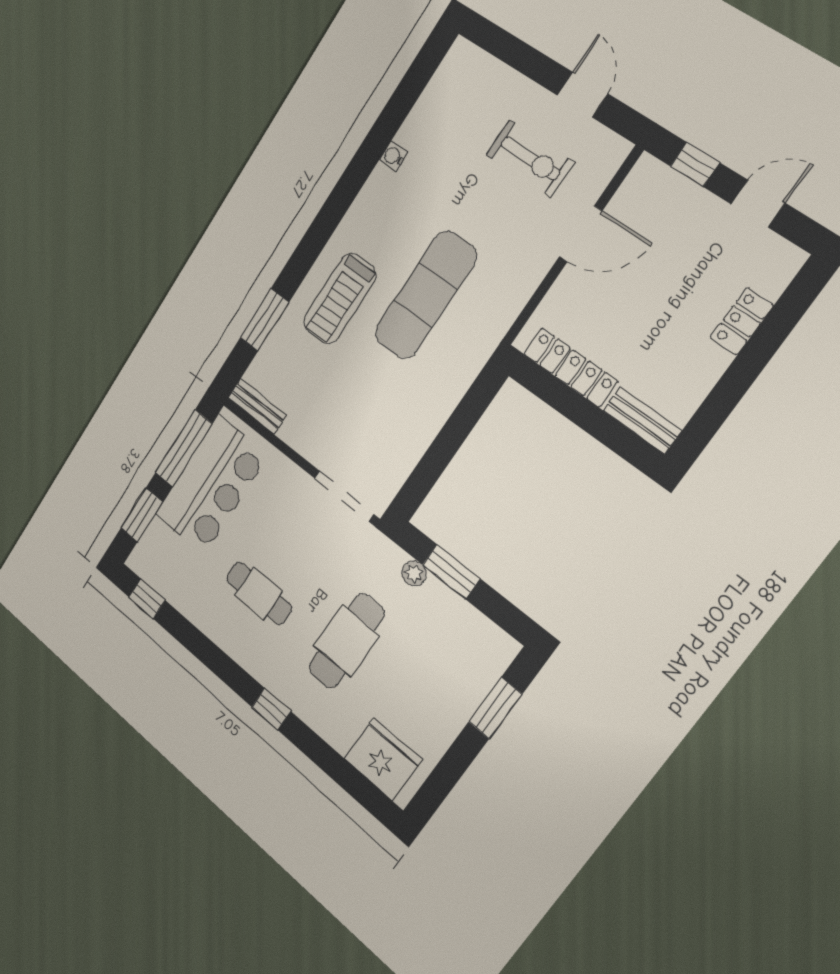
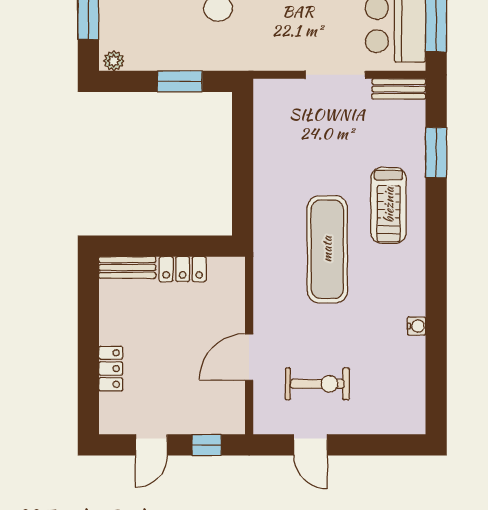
exercise bike: (530, 158) -> (317, 384), turned 180
treadmill: (340, 299) -> (389, 205), turned 180
locker: (571, 367) -> (183, 269), width x0.66
doorway: (344, 496) -> (335, 75), moved
plant: (414, 573) -> (114, 61), moved

